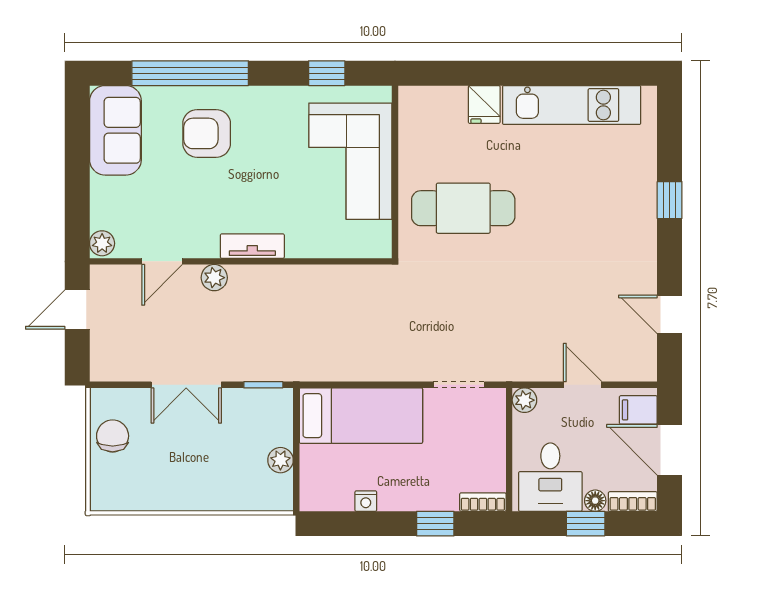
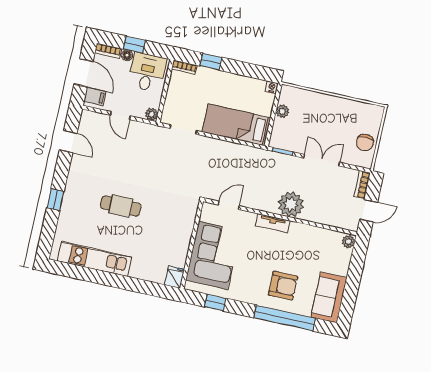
fridge: (484, 104) -> (174, 277), moved
cafe table: (463, 208) -> (121, 206), moved, width x0.73, depth x0.74
door: (162, 261) -> (229, 205), moved
plant: (214, 278) -> (291, 204), width x1.87, depth x1.87
bookcase: (100, 356) -> (362, 185), added
nightstand: (366, 501) -> (272, 87), moved

